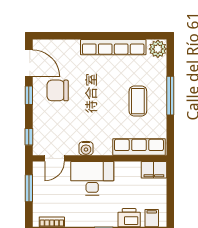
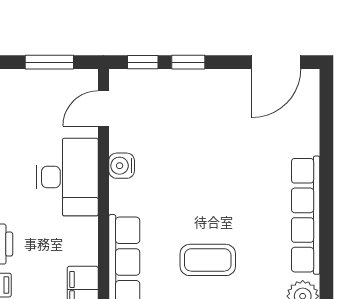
chair: (58, 90) -> (227, 114), removed
window: (29, 95) -> (188, 62), moved
door: (55, 158) -> (103, 108), hinge flipped

